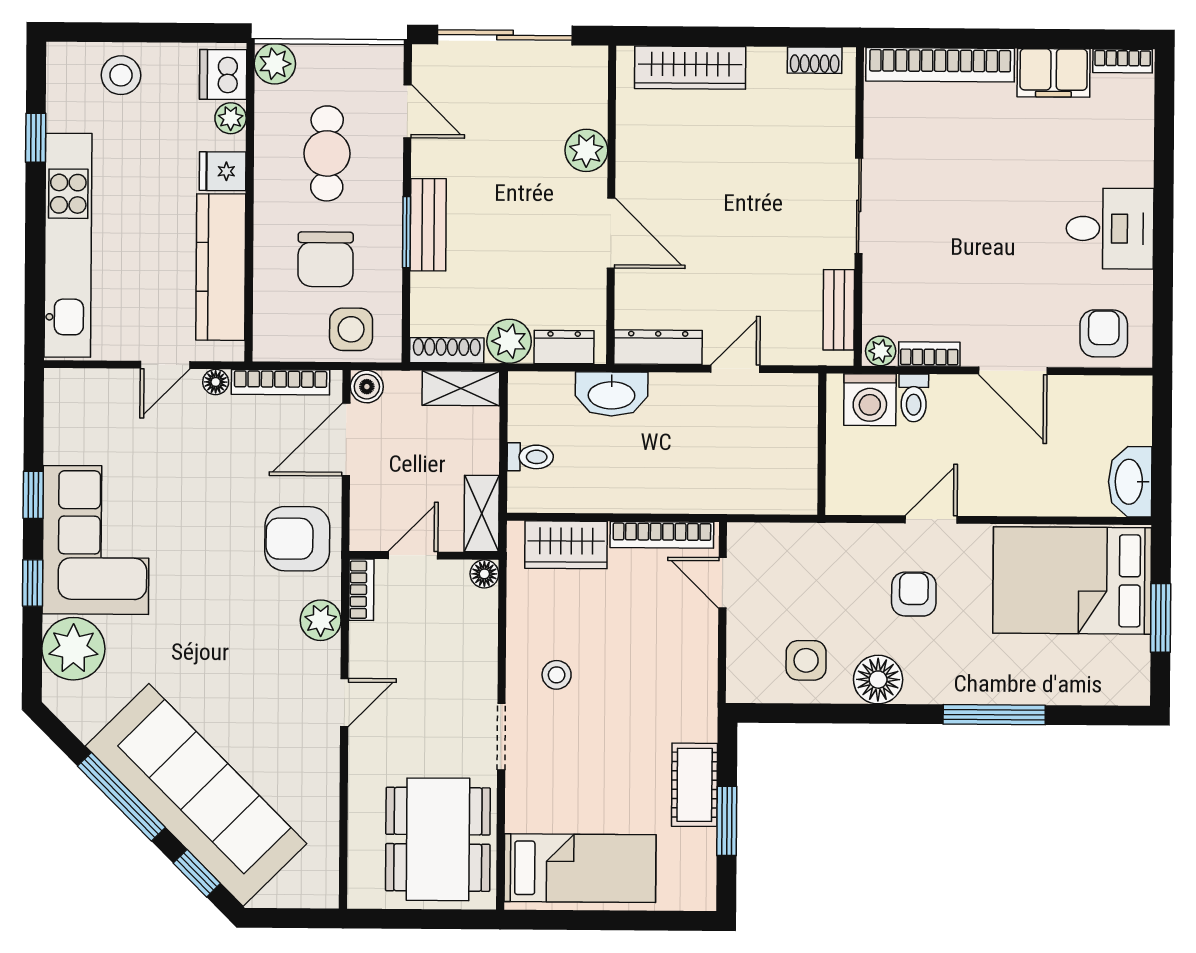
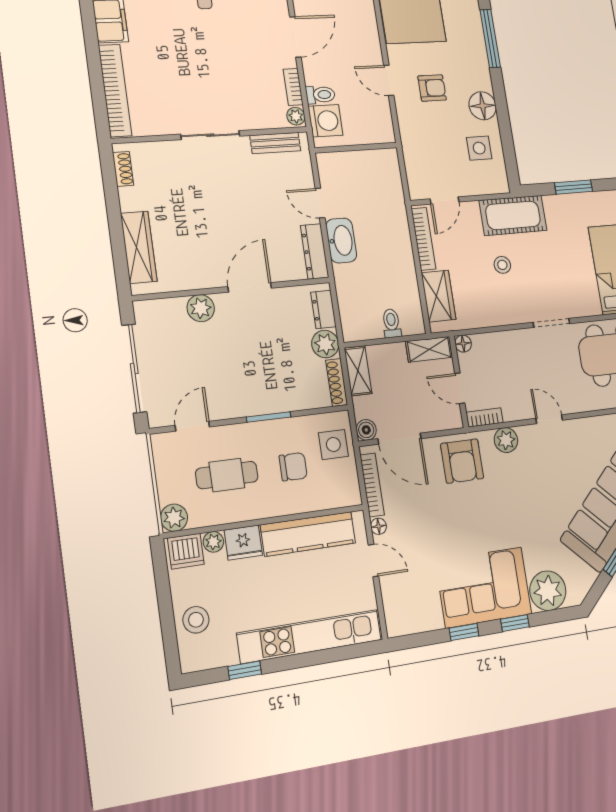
fridge: (223, 171) -> (243, 543), width x1.38
bench: (428, 225) -> (262, 404), removed
chair: (326, 259) -> (293, 467), width x0.73, depth x0.73
washbasin: (612, 394) -> (341, 240), moved
armchair: (914, 594) -> (432, 88), turned 180
stool: (557, 675) -> (502, 265), moved
cot: (695, 785) -> (513, 215), moved, width x1.37, depth x1.34

